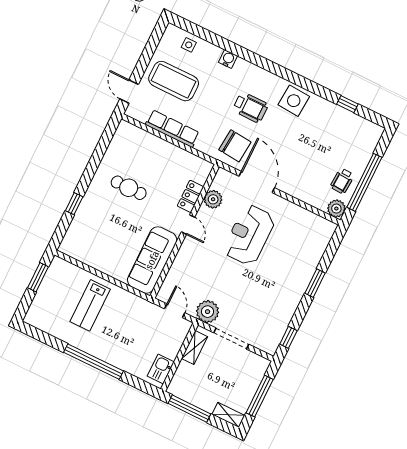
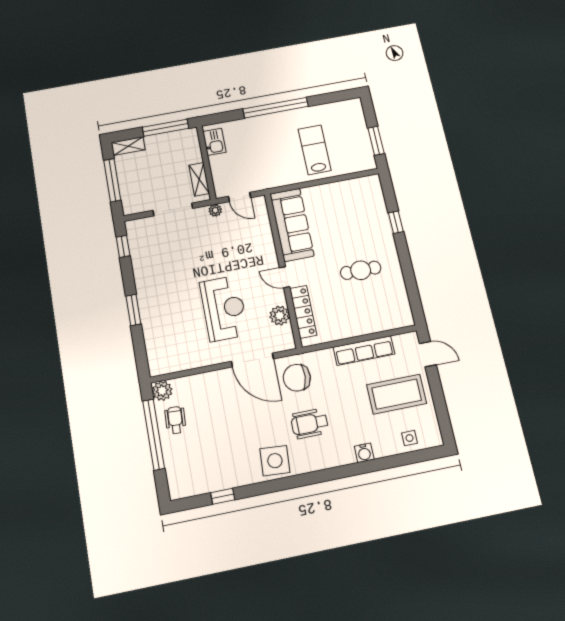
locker: (190, 196) -> (303, 312), width x1.53
plant: (208, 312) -> (215, 210), width x0.53, depth x0.53

